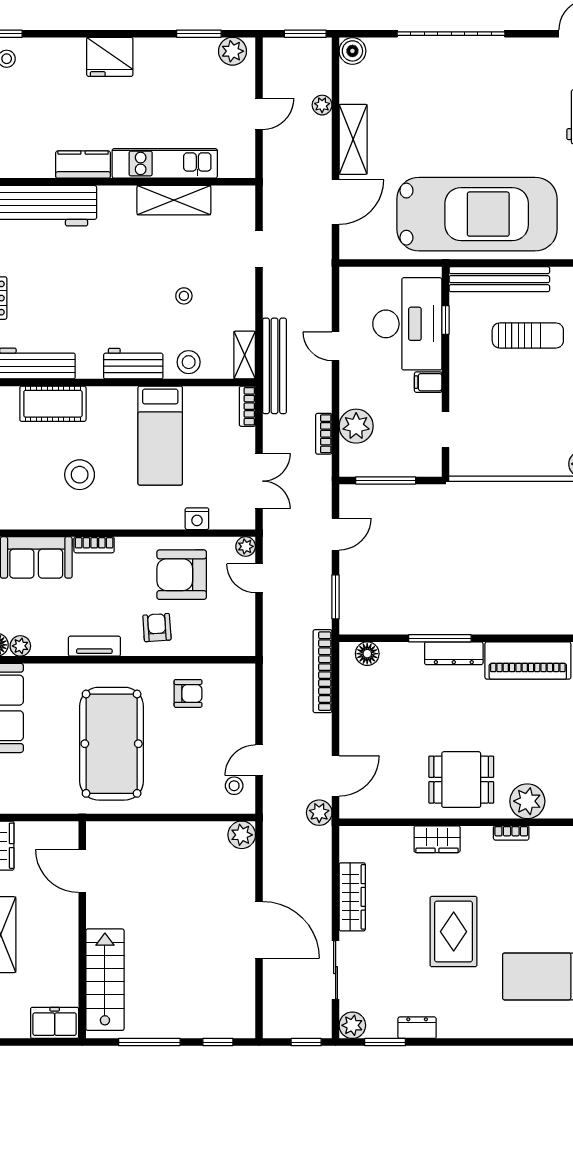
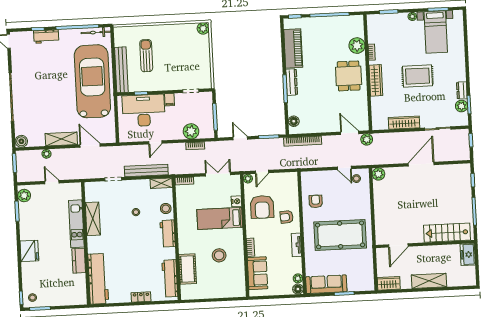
bench: (275, 366) -> (146, 171), moved
bed: (160, 436) -> (220, 218), moved, turned 180
wardrobe: (437, 839) -> (376, 80), width x1.50
plant: (352, 1025) -> (461, 106), moved

